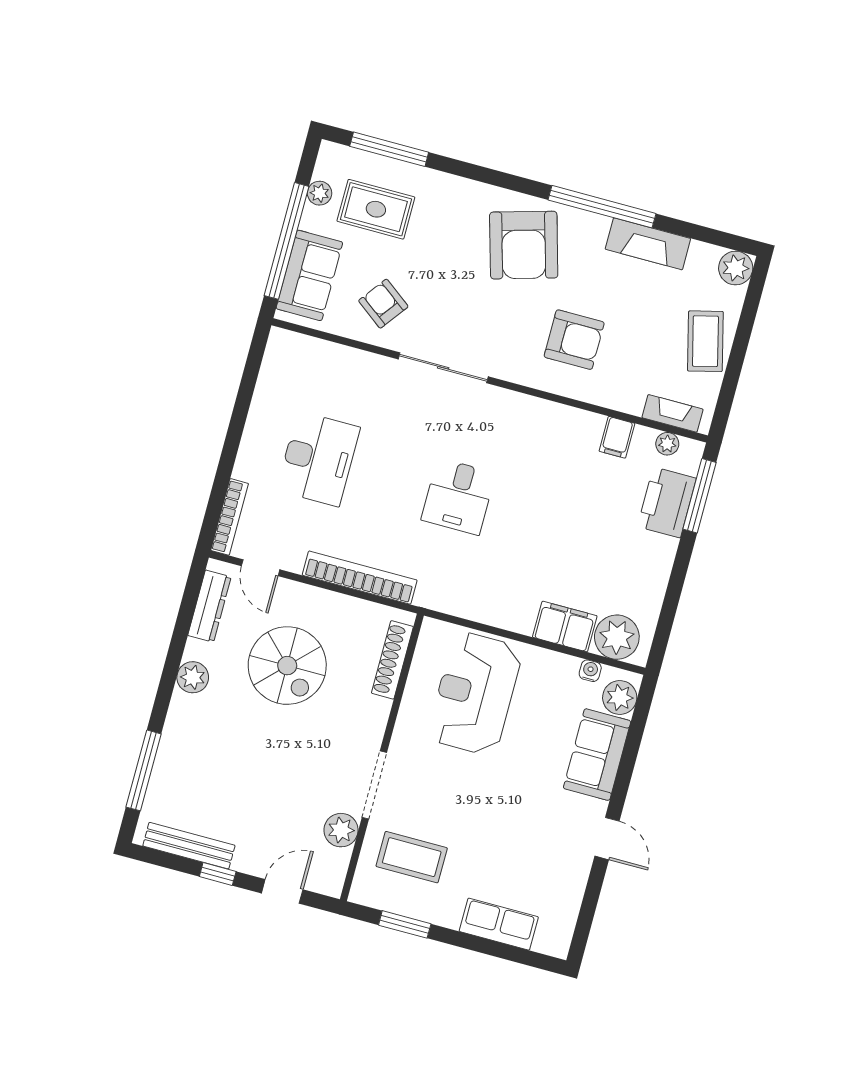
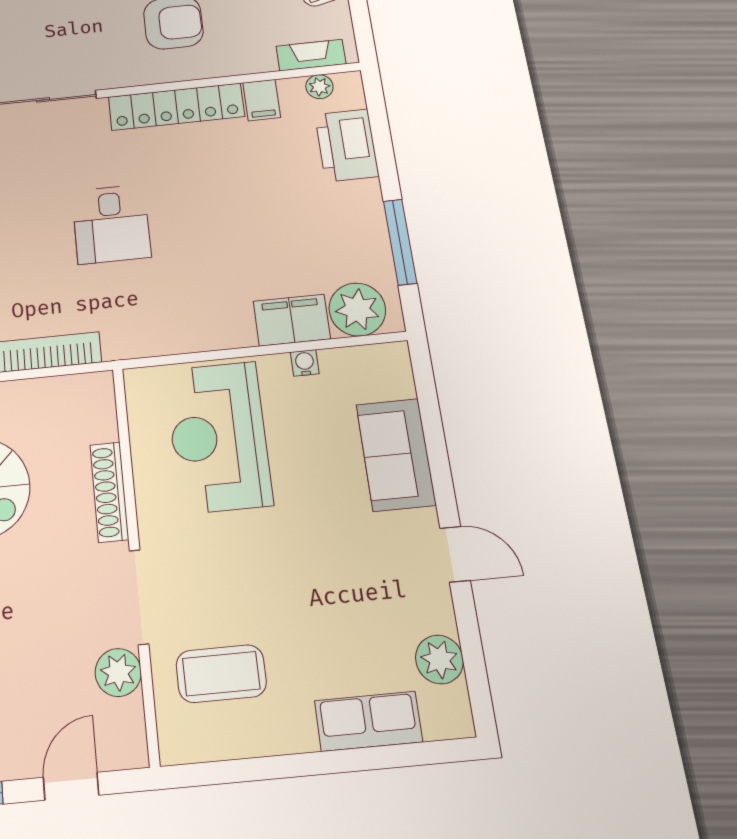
locker: (547, 416) -> (176, 107), added
window: (699, 496) -> (400, 242), moved
shoe rack: (392, 660) -> (109, 492), moved
water cooler: (590, 671) -> (305, 363), moved
plant: (620, 698) -> (439, 659), moved
window: (405, 924) -> (247, 770), removed

